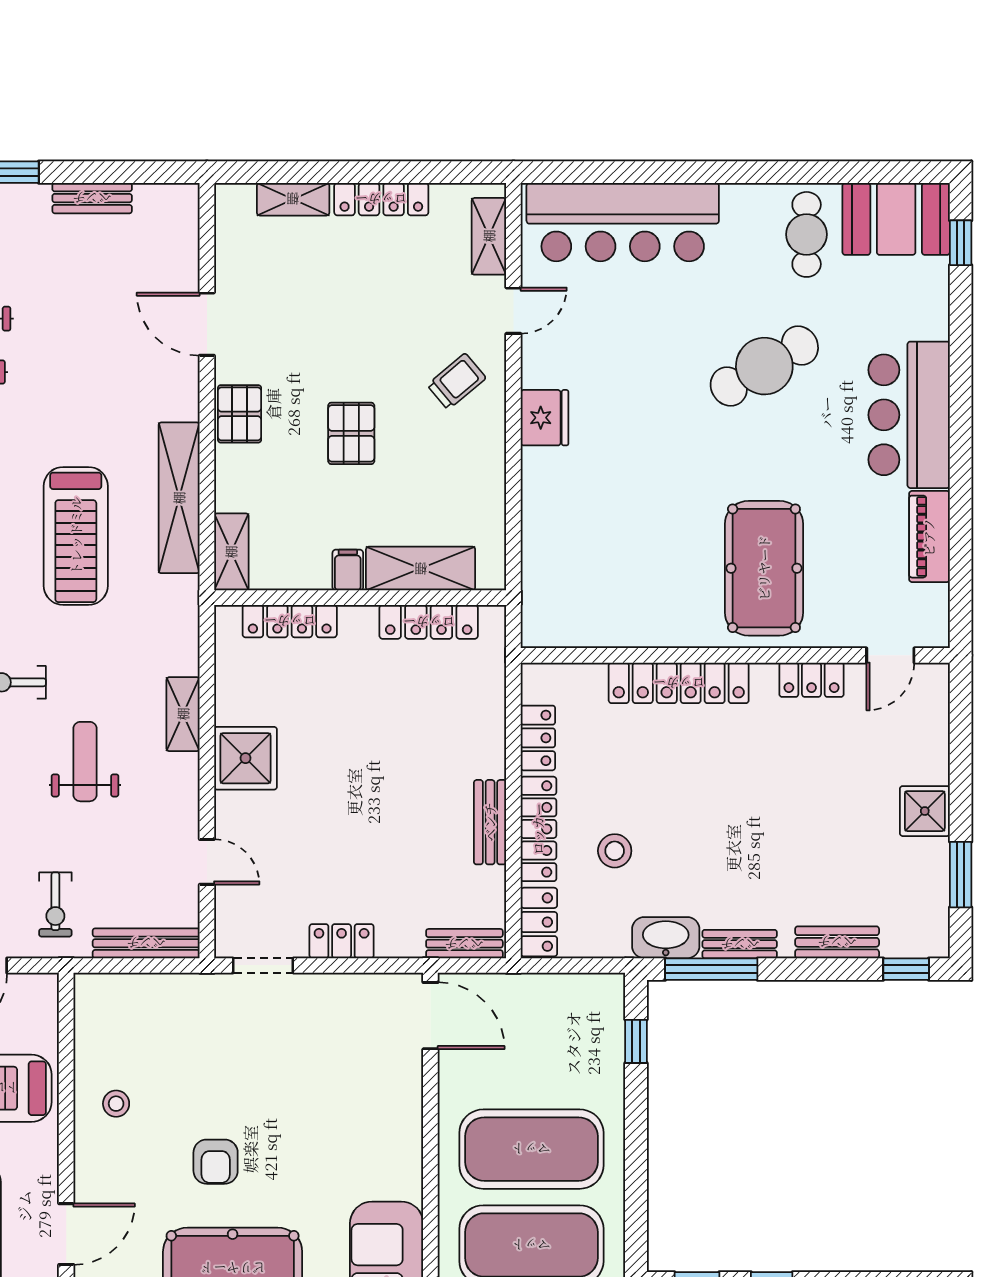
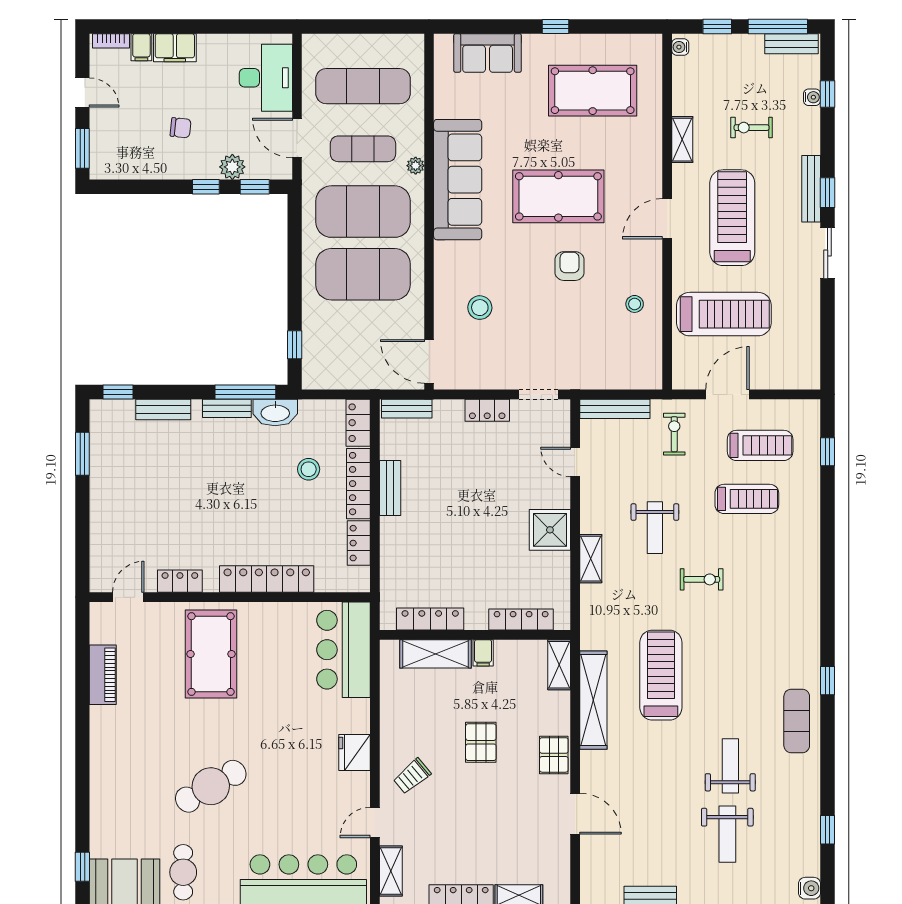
bar counter: (909, 415) -> (343, 650), moved, turned 180
shower: (925, 811) -> (106, 495), removed
stool: (353, 1098) -> (480, 308), added

